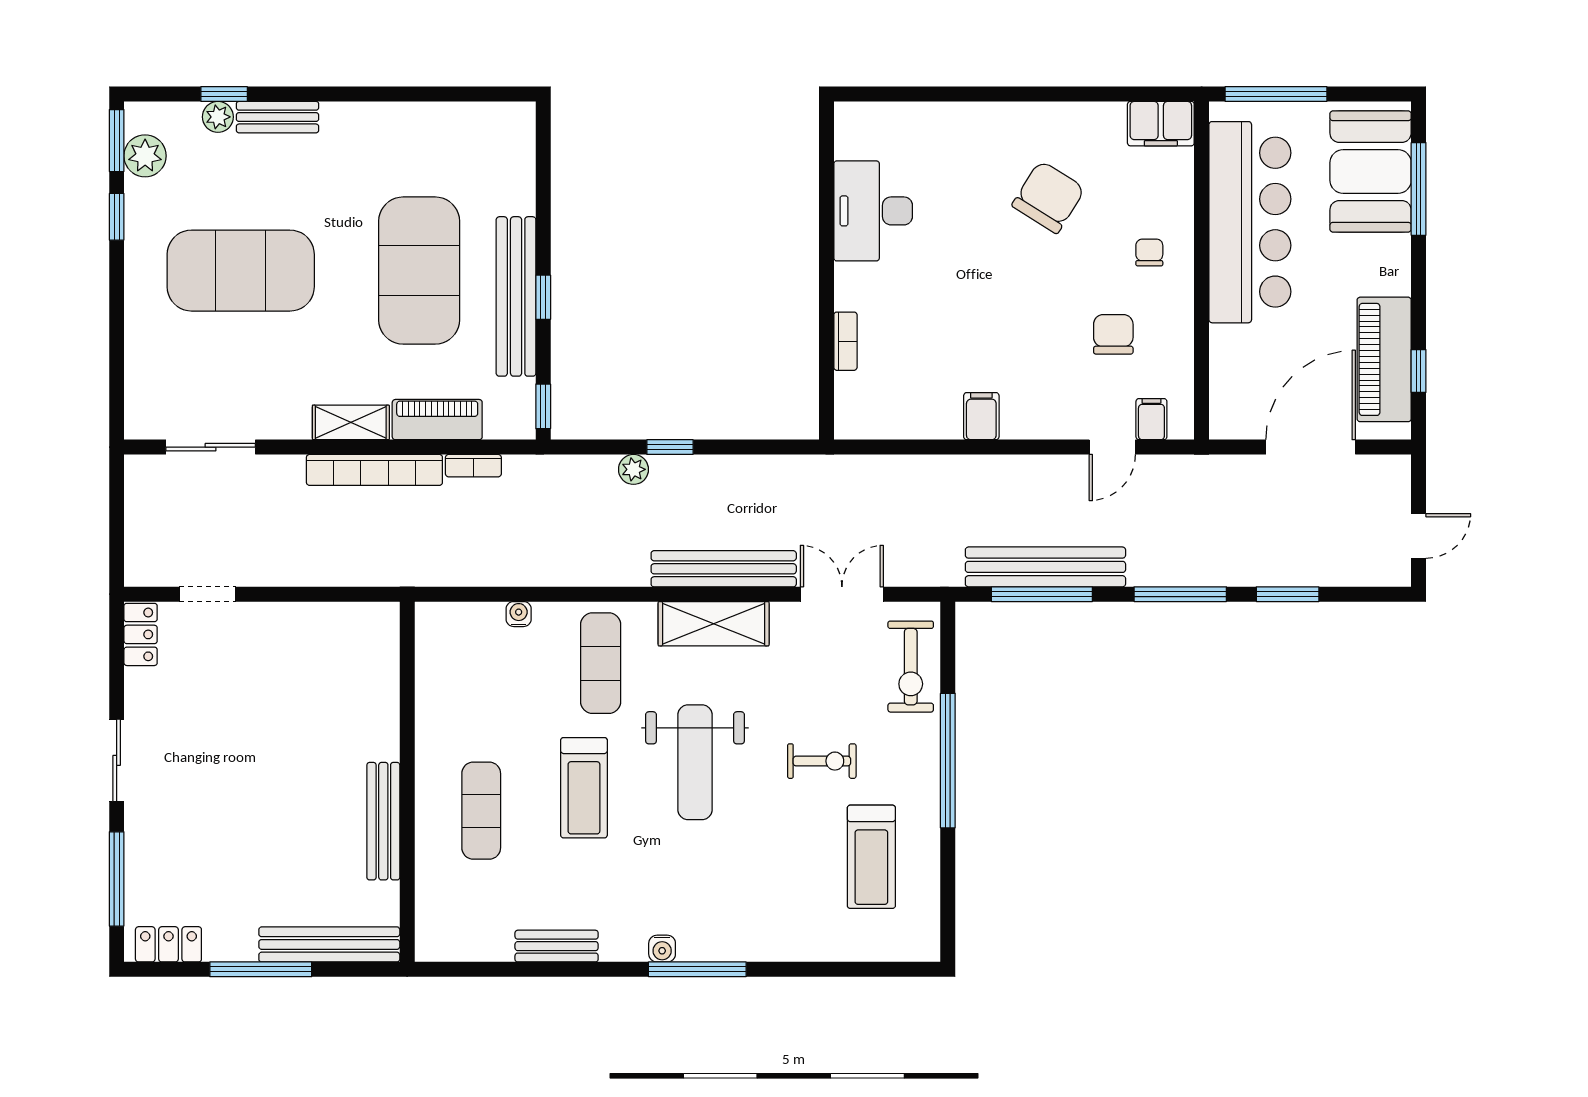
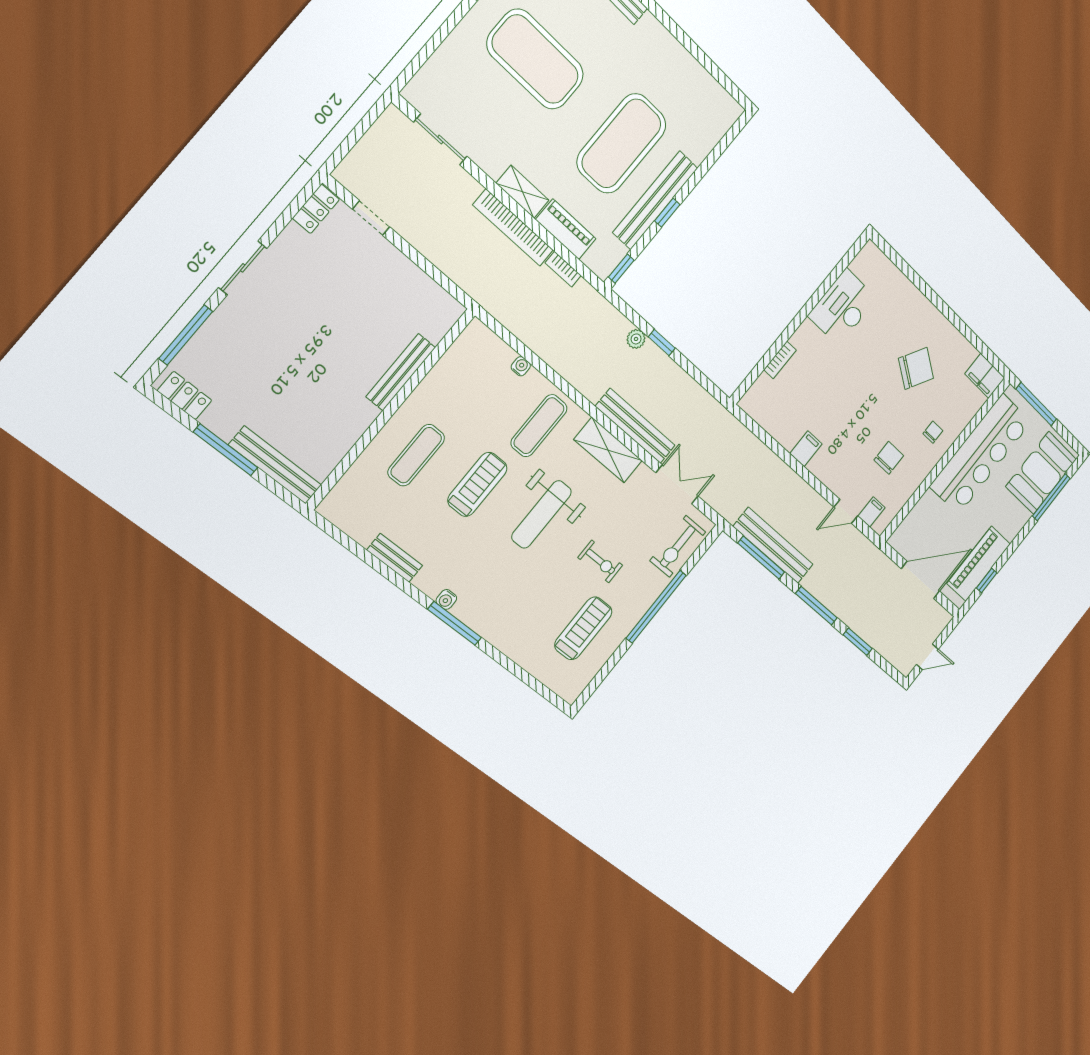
treadmill: (584, 788) -> (477, 484), turned 180
bench: (383, 821) -> (401, 372), moved
treadmill: (871, 857) -> (583, 628), turned 180

